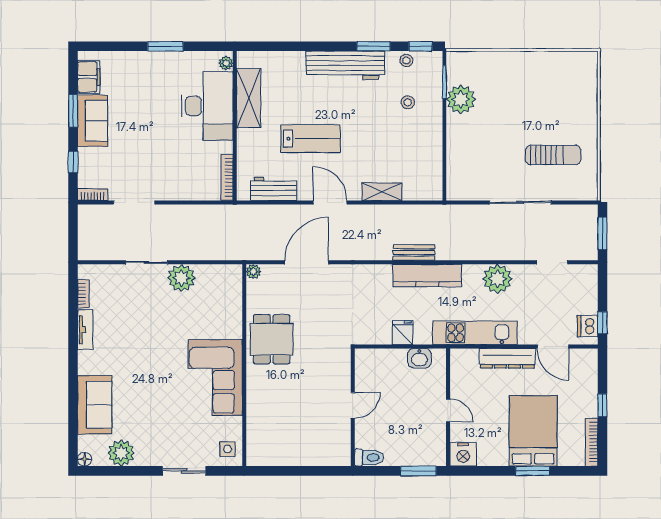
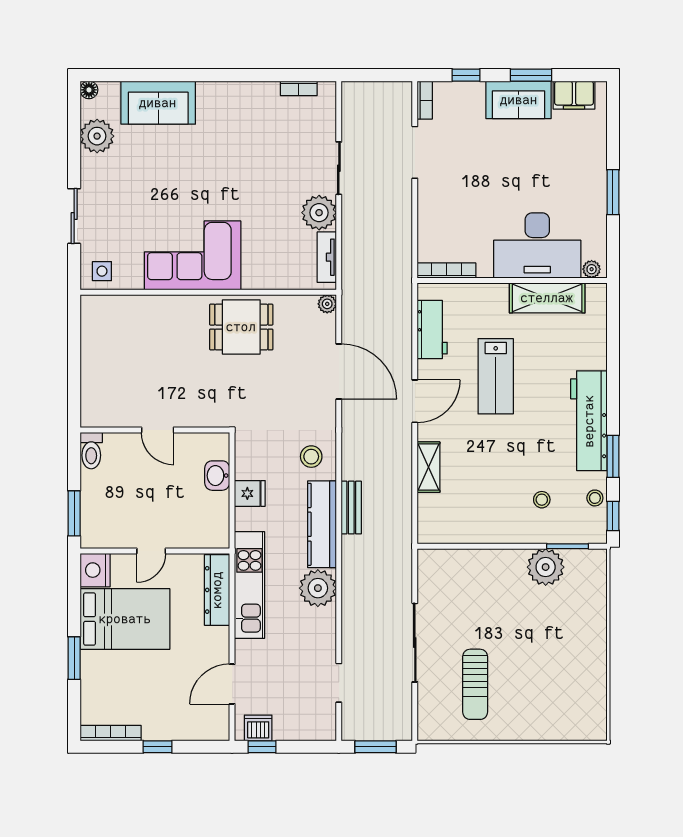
plant: (497, 279) -> (318, 588), moved
stool: (374, 284) -> (311, 457), added
tv unit: (85, 330) -> (327, 257), moved, turned 90
washbasin: (419, 358) -> (217, 476), moved
dresser: (507, 358) -> (217, 590), moved
bed: (533, 431) -> (125, 619), moved

